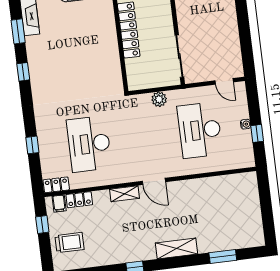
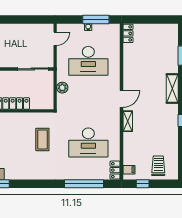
window: (23, 72) -> (30, 184), removed
coffee table: (86, 81) -> (42, 139), added
window: (257, 133) -> (96, 19), width x2.17
window: (32, 145) -> (84, 184), width x3.17
locker: (79, 200) -> (128, 33), moved

